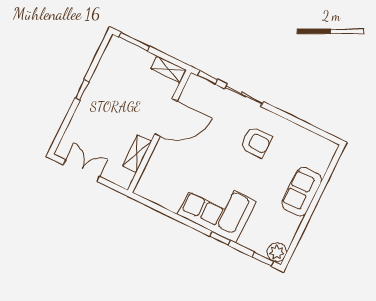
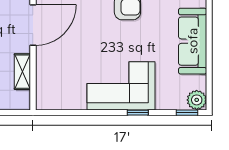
sofa: (302, 192) -> (193, 41), width x1.36

